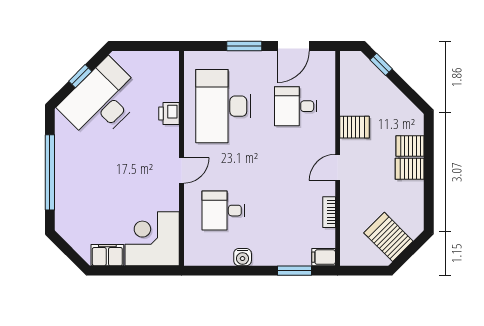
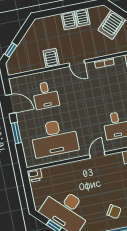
printer: (169, 114) -> (35, 175), moved
server rack: (410, 146) -> (82, 18), moved
door: (182, 170) -> (97, 155), hinge flipped
chair: (84, 179) -> (114, 212), added

